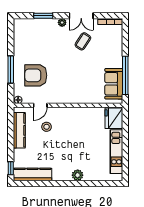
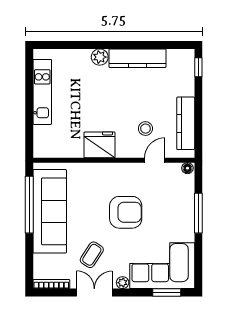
window: (43, 16) -> (167, 293), moved
corner sofa: (35, 34) -> (162, 266), added
armchair: (36, 75) -> (126, 212), moved
sofa: (114, 84) -> (50, 211), width x1.85, depth x1.27
fridge: (114, 118) -> (100, 145), moved, turned -90
kitchen counter: (33, 174) -> (137, 58), moved

